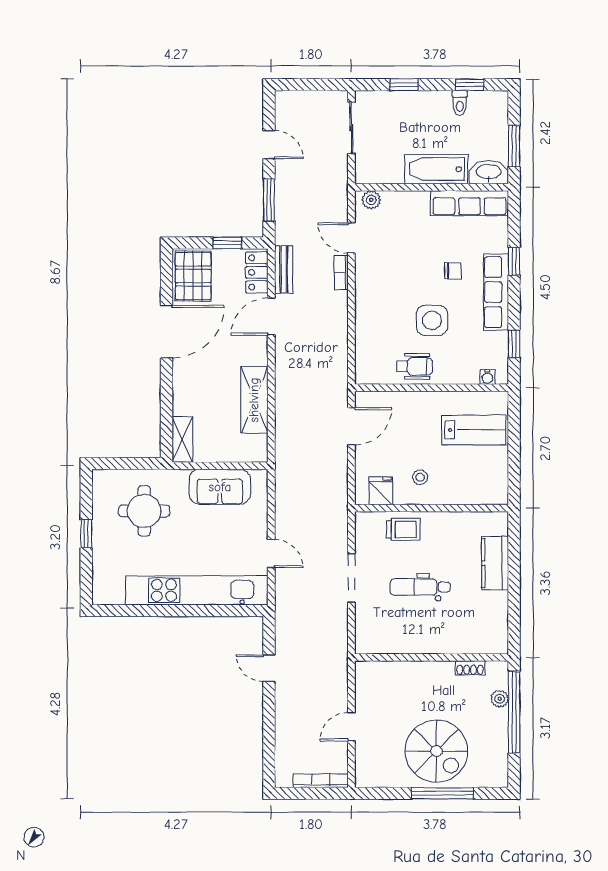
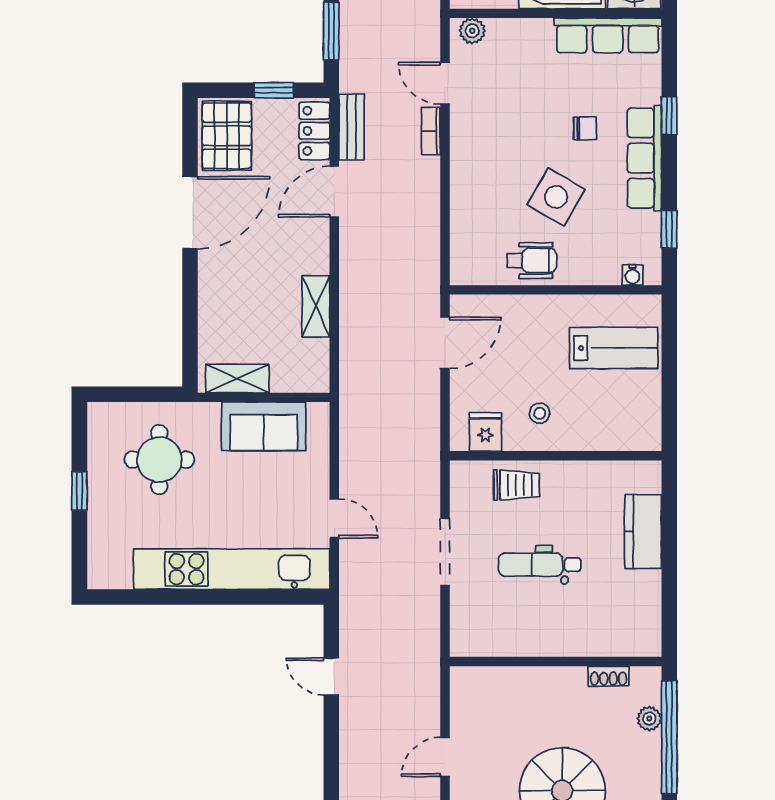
side table: (432, 320) -> (556, 197), turned 30
shelving: (254, 400) -> (316, 306), width x0.67, depth x0.75
shelving: (182, 439) -> (237, 378), moved, turned 90

